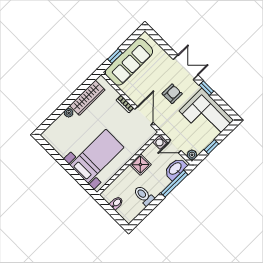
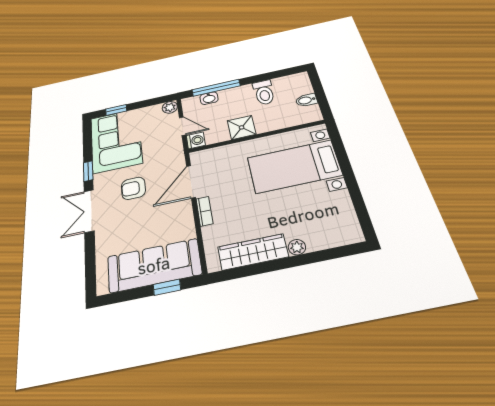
window: (211, 147) -> (116, 110), moved
washbasin: (175, 169) -> (209, 98), width x0.52, depth x0.69

